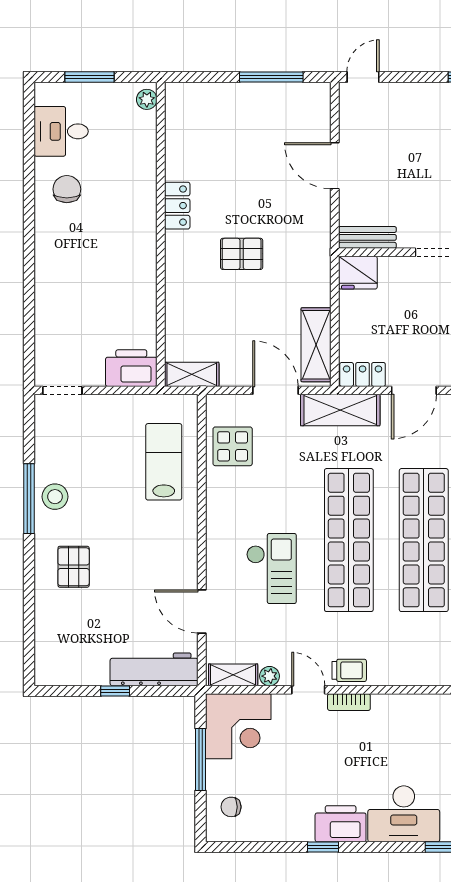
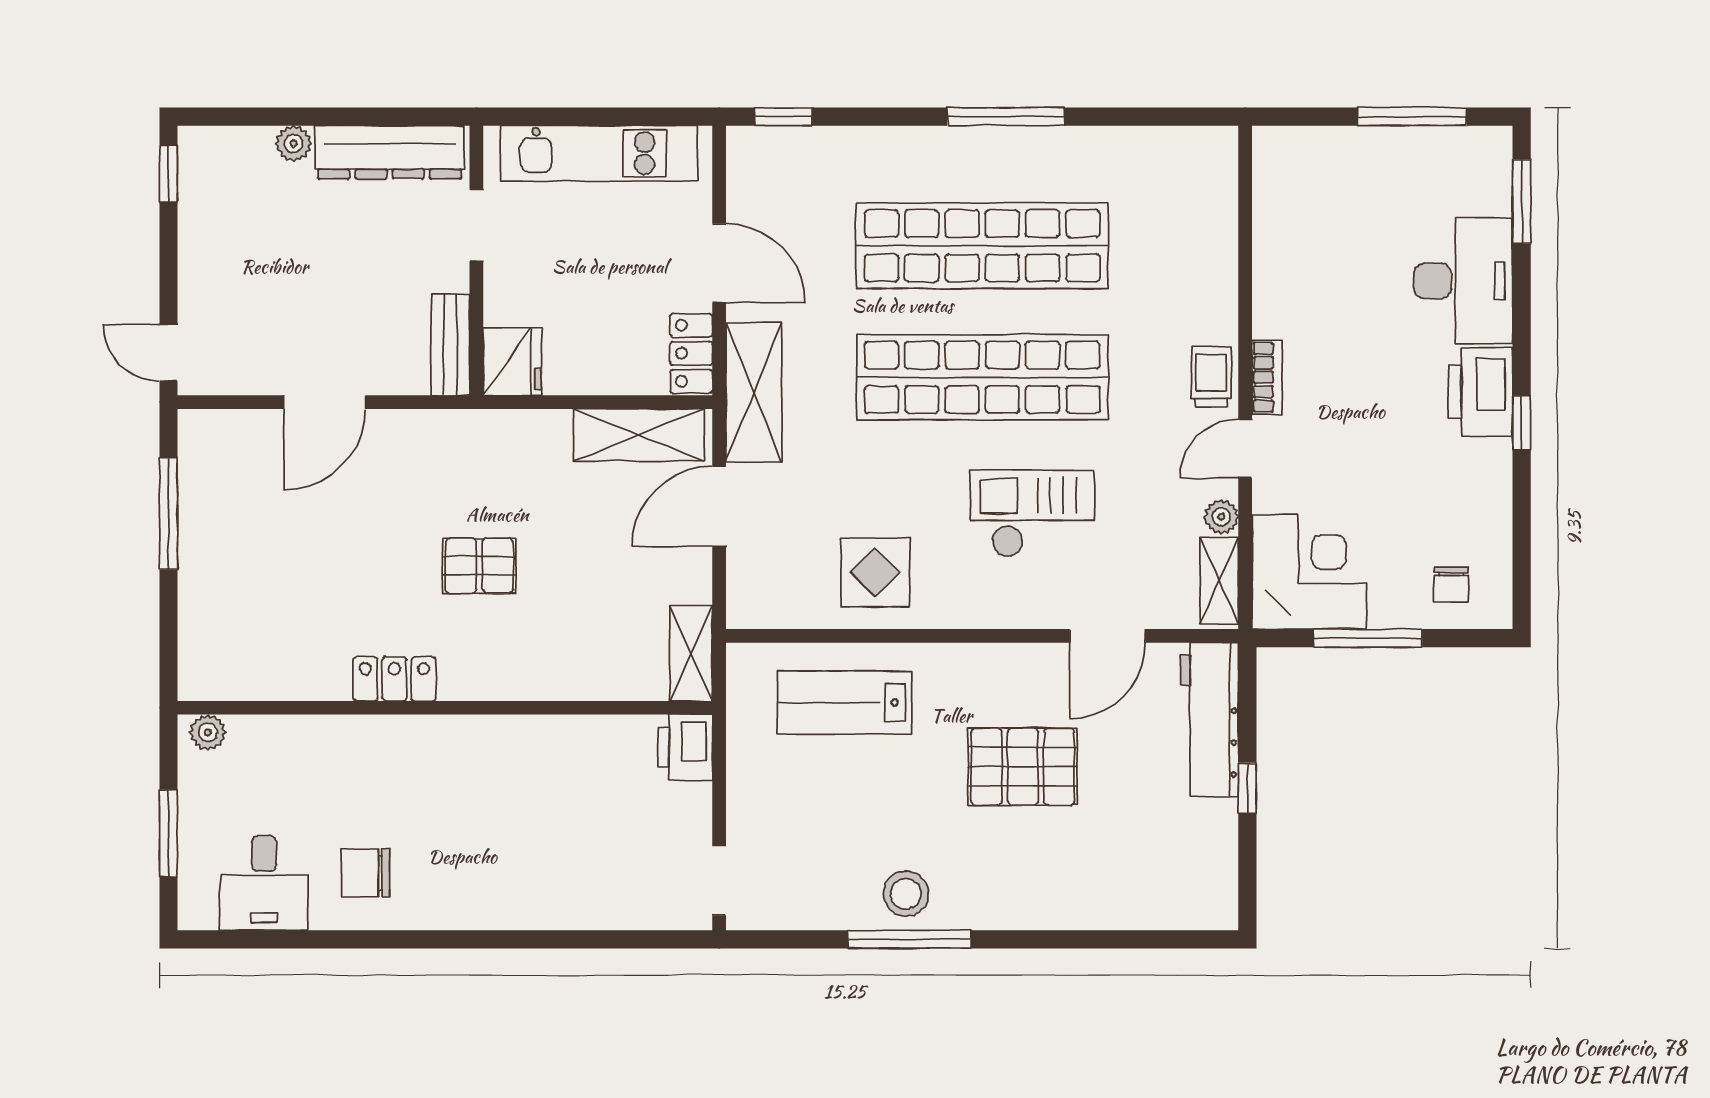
pallet: (242, 254) -> (479, 566), turned 90
printer: (131, 368) -> (685, 747), width x0.73, depth x0.84
display table: (233, 446) -> (875, 572), moved
pallet: (74, 567) -> (1023, 767), moved, width x1.50, depth x1.42

